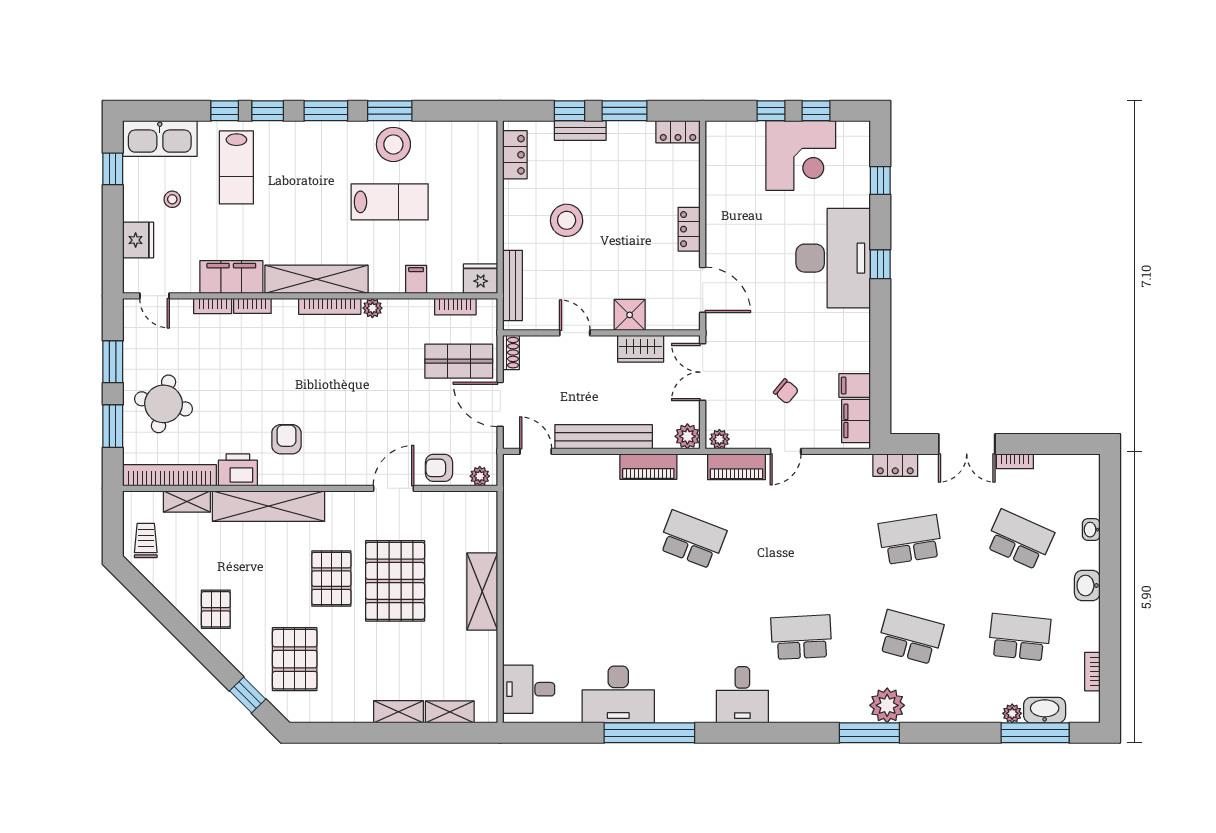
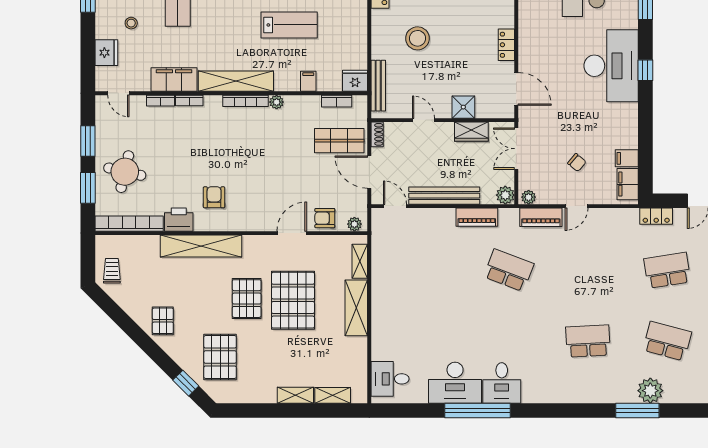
shelving: (187, 502) -> (360, 261), moved, turned 90
desk: (742, 695) -> (502, 383), moved

